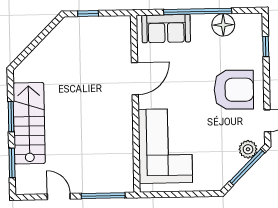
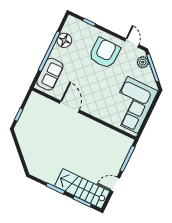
stairs: (29, 123) -> (82, 189), moved
corner sofa: (165, 146) -> (133, 105), moved, turned -90

